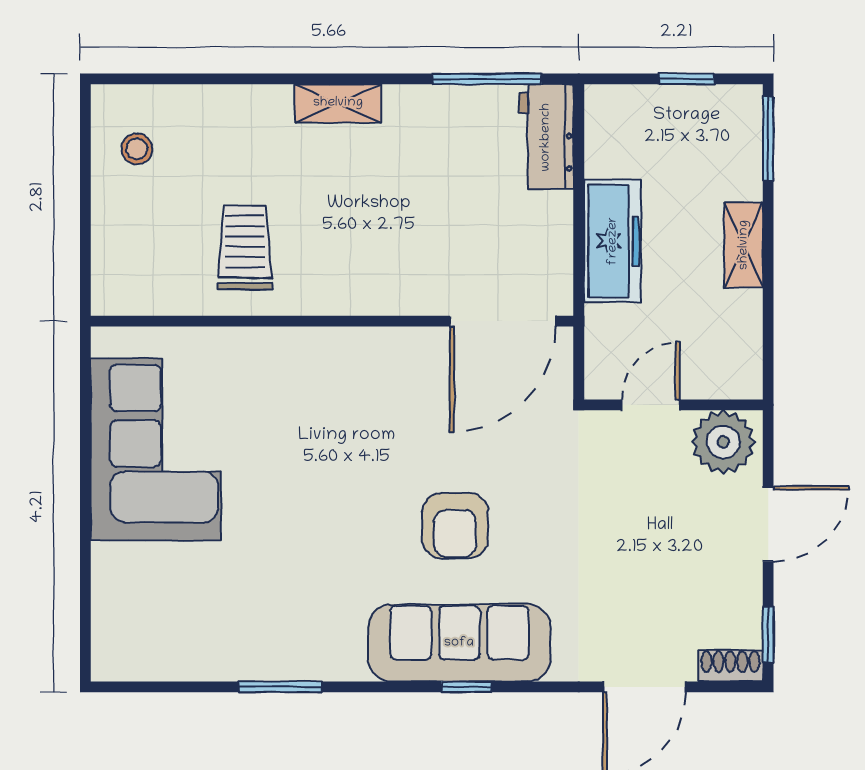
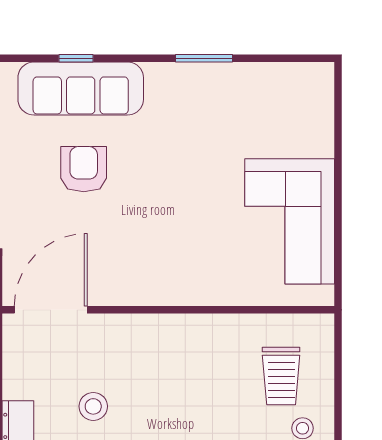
stool: (441, 181) -> (93, 406), added
trolley: (245, 248) -> (281, 376), moved

